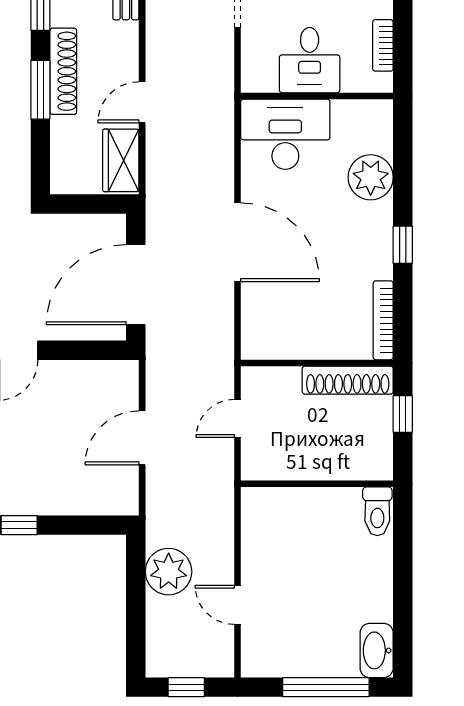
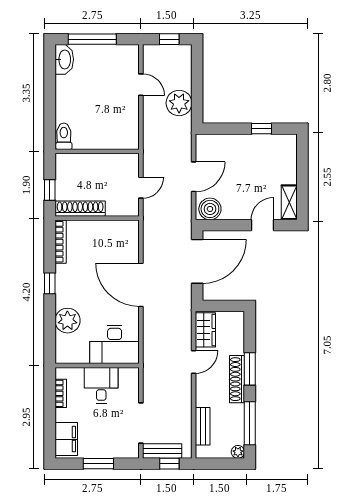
boiler: (112, 380) -> (210, 209), added

